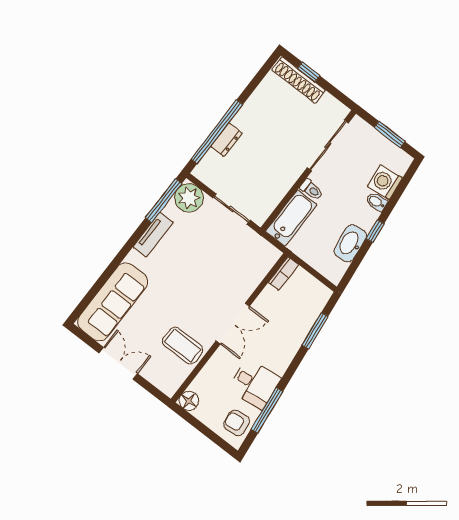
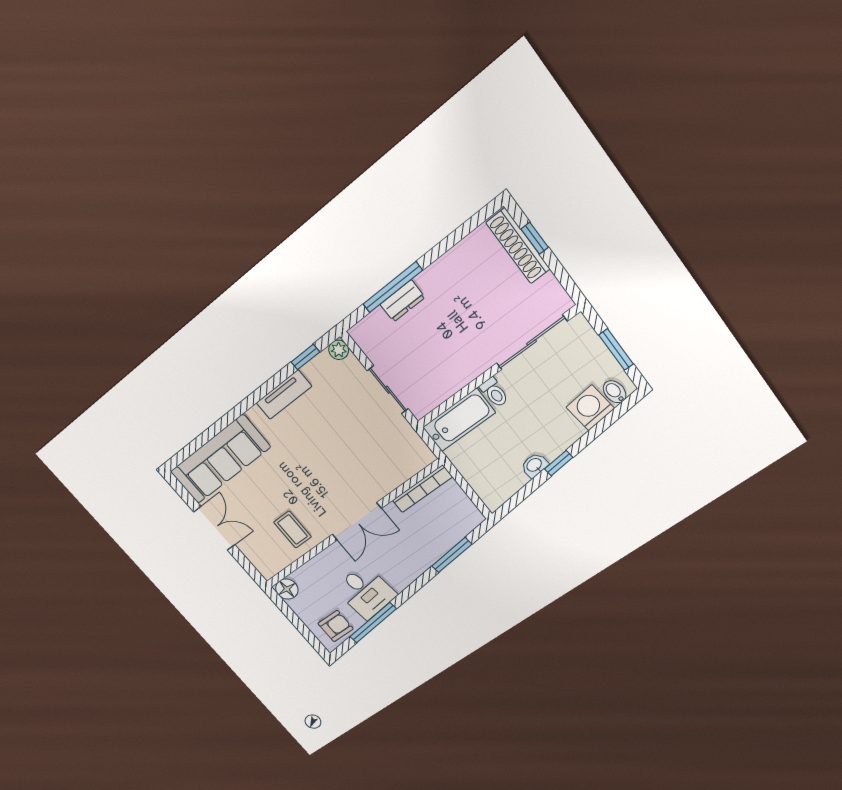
window: (217, 132) -> (393, 287), width x0.68
plant: (189, 198) -> (339, 350), width x0.53, depth x0.53
window: (164, 201) -> (305, 357), width x0.46
bidet: (376, 202) -> (615, 392), moved
washbasin: (350, 243) -> (534, 465), width x0.52, depth x0.69
bookcase: (283, 274) -> (422, 489), width x1.56
coffee table: (183, 346) -> (293, 529), width x0.73, depth x0.77
armchair: (237, 423) -> (336, 626), turned 97

